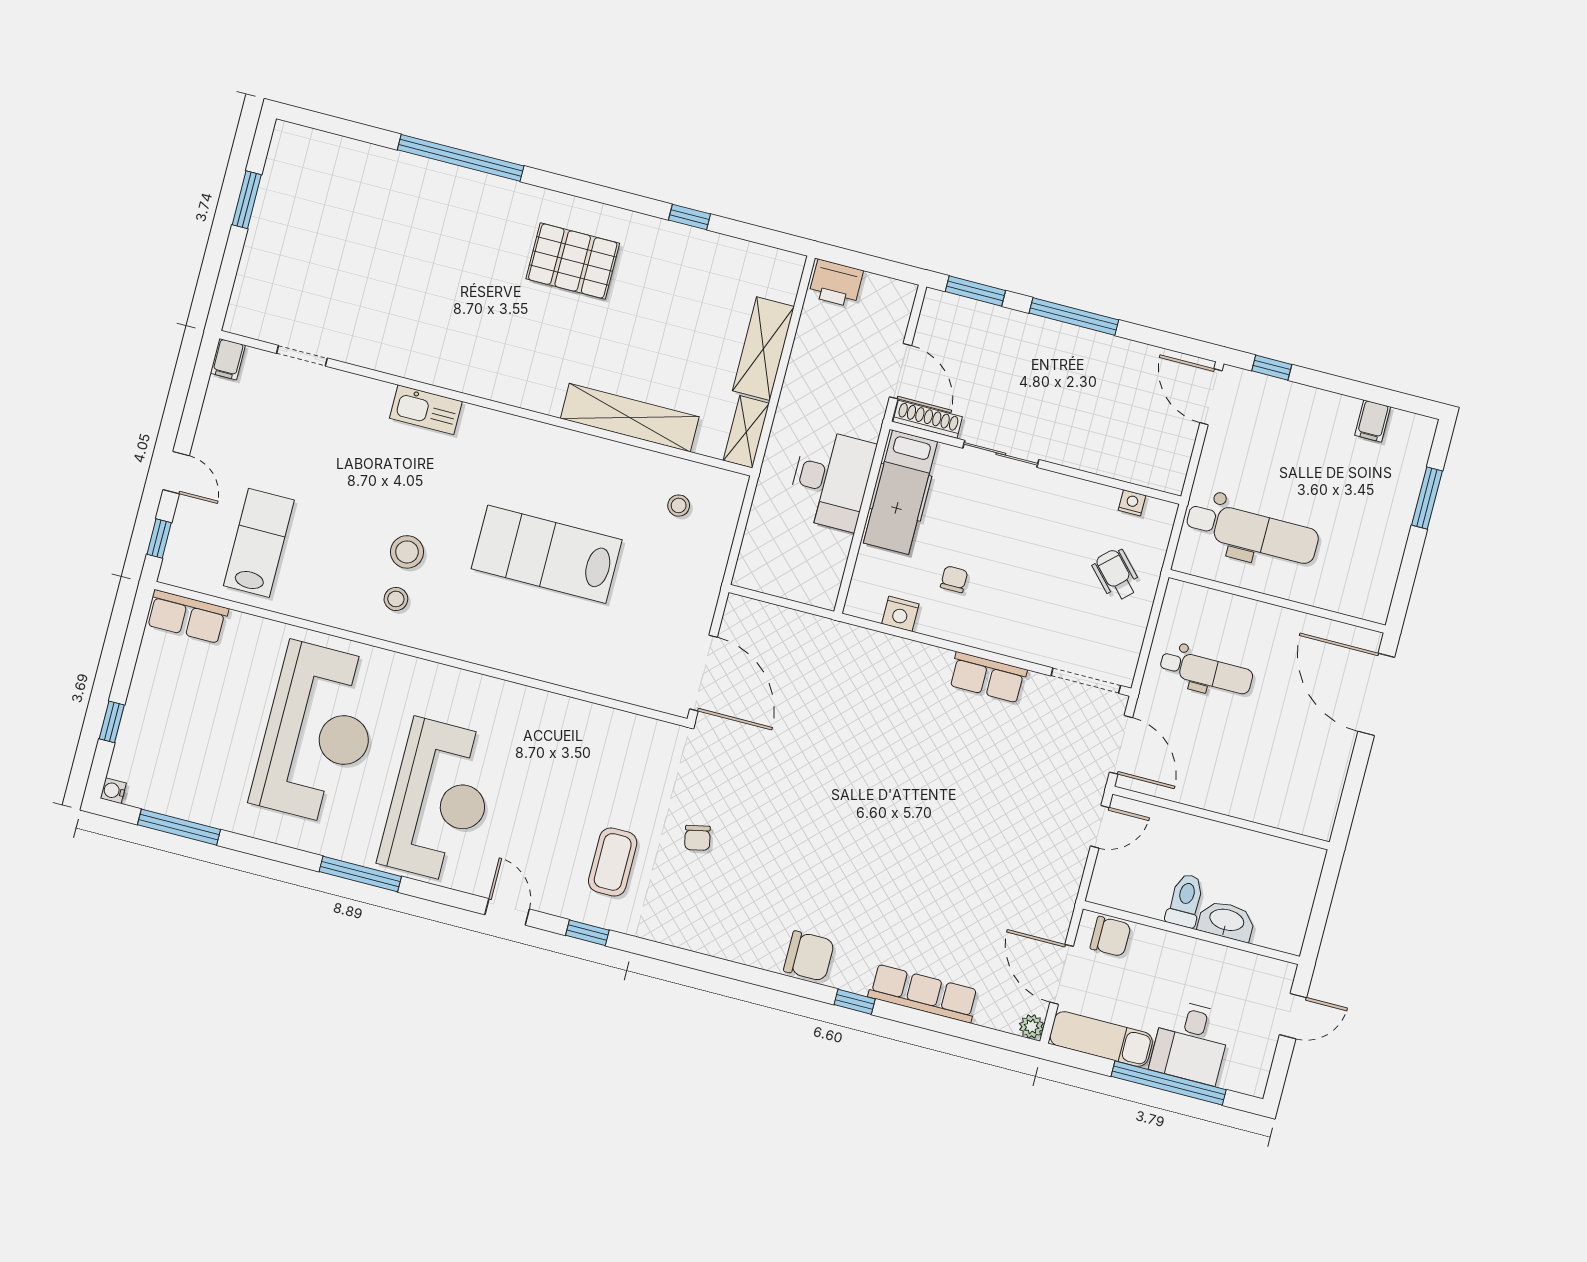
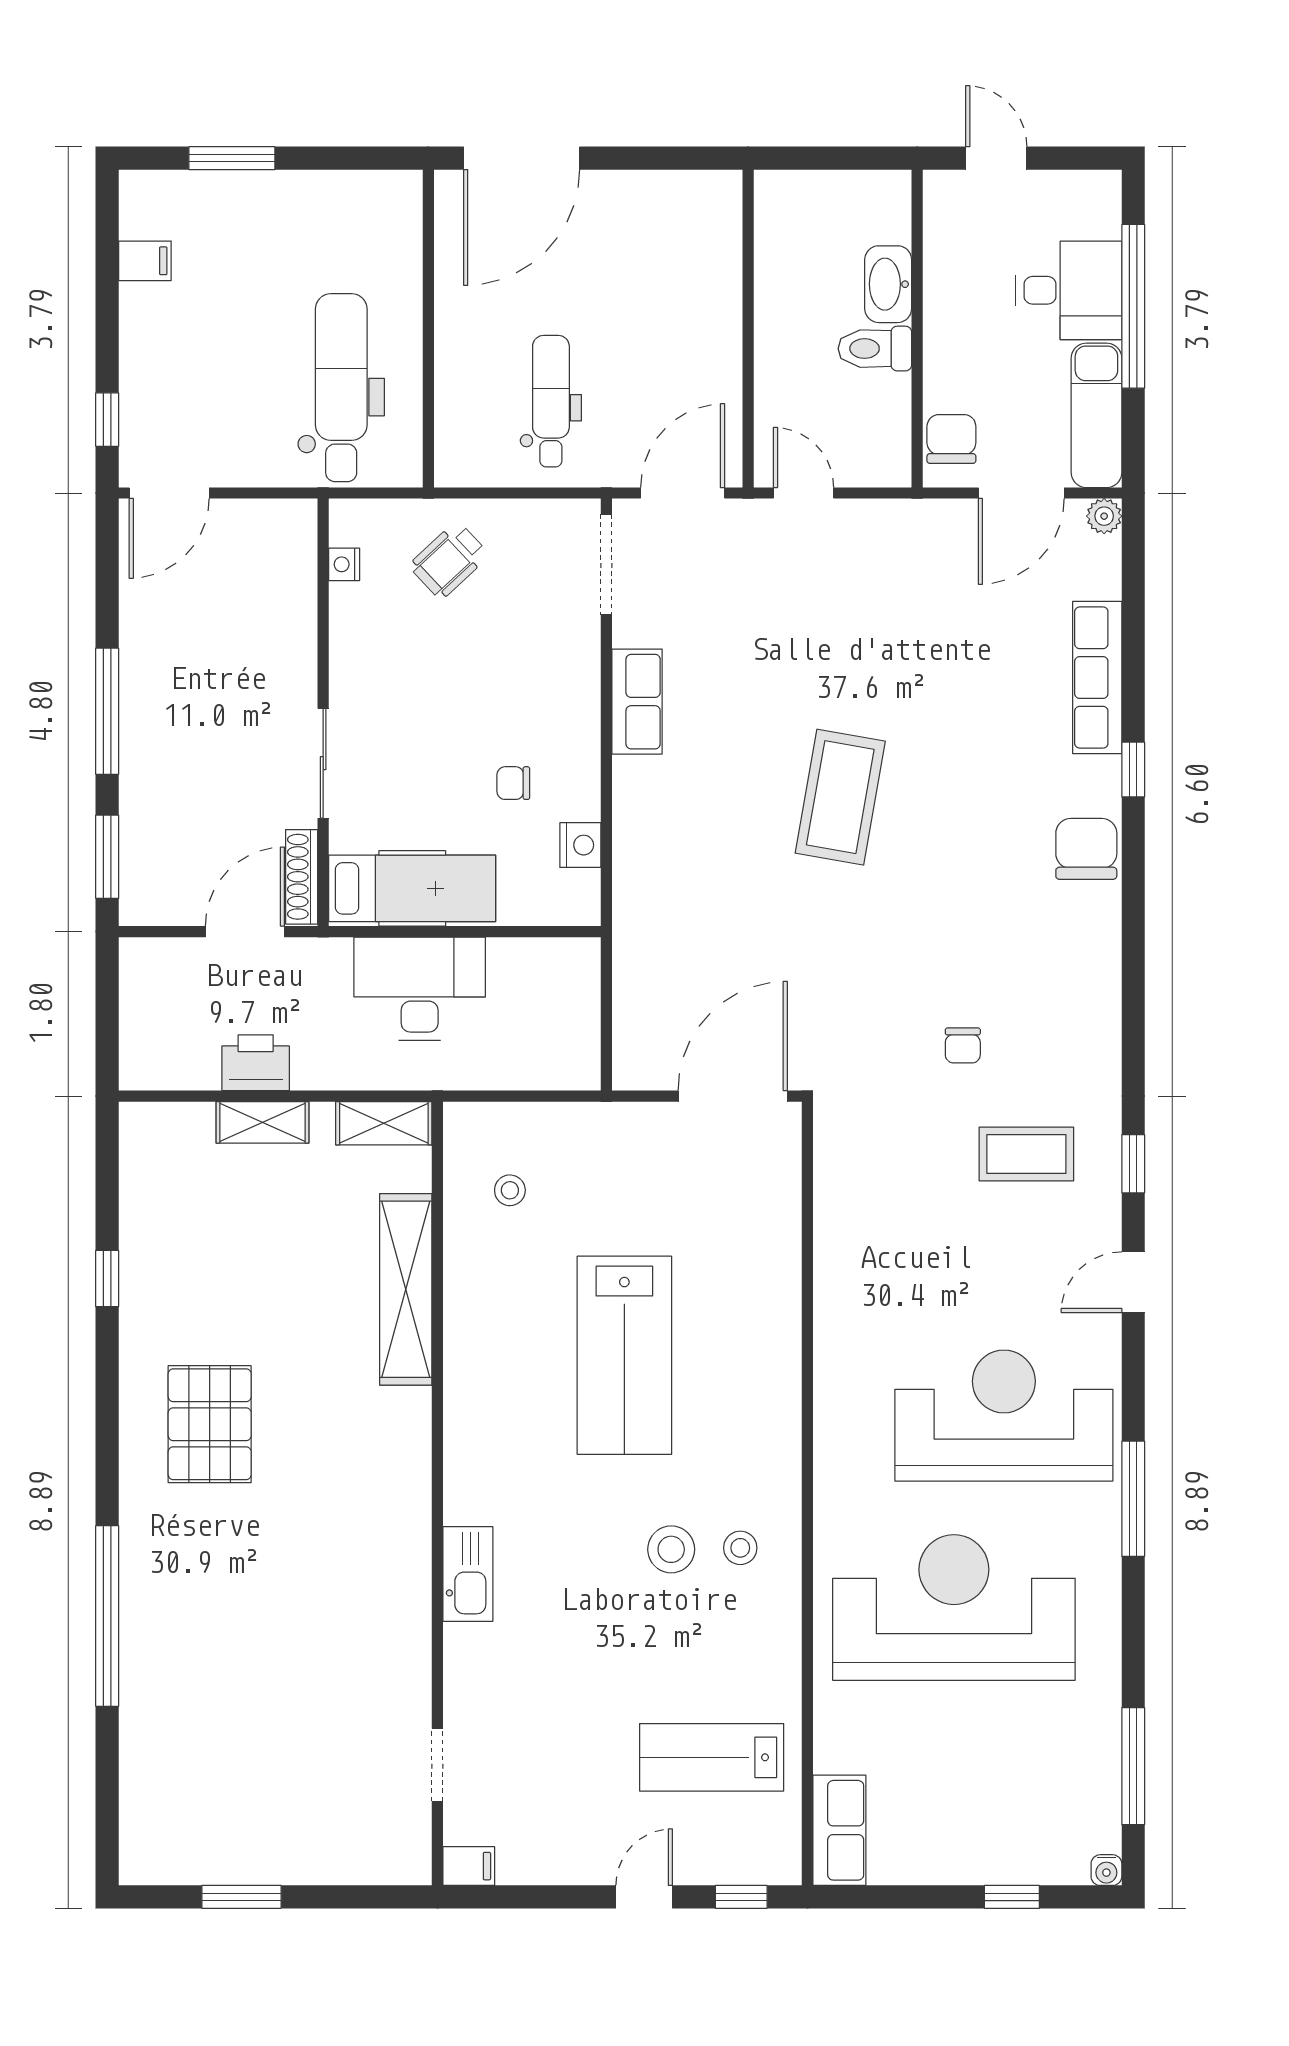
printer: (836, 283) -> (256, 1063), moved, turned -90
shelving: (763, 349) -> (263, 1122), width x0.67, depth x0.75
coffee table: (887, 798) -> (840, 797), added
chair: (697, 838) -> (963, 1045), turned 102

